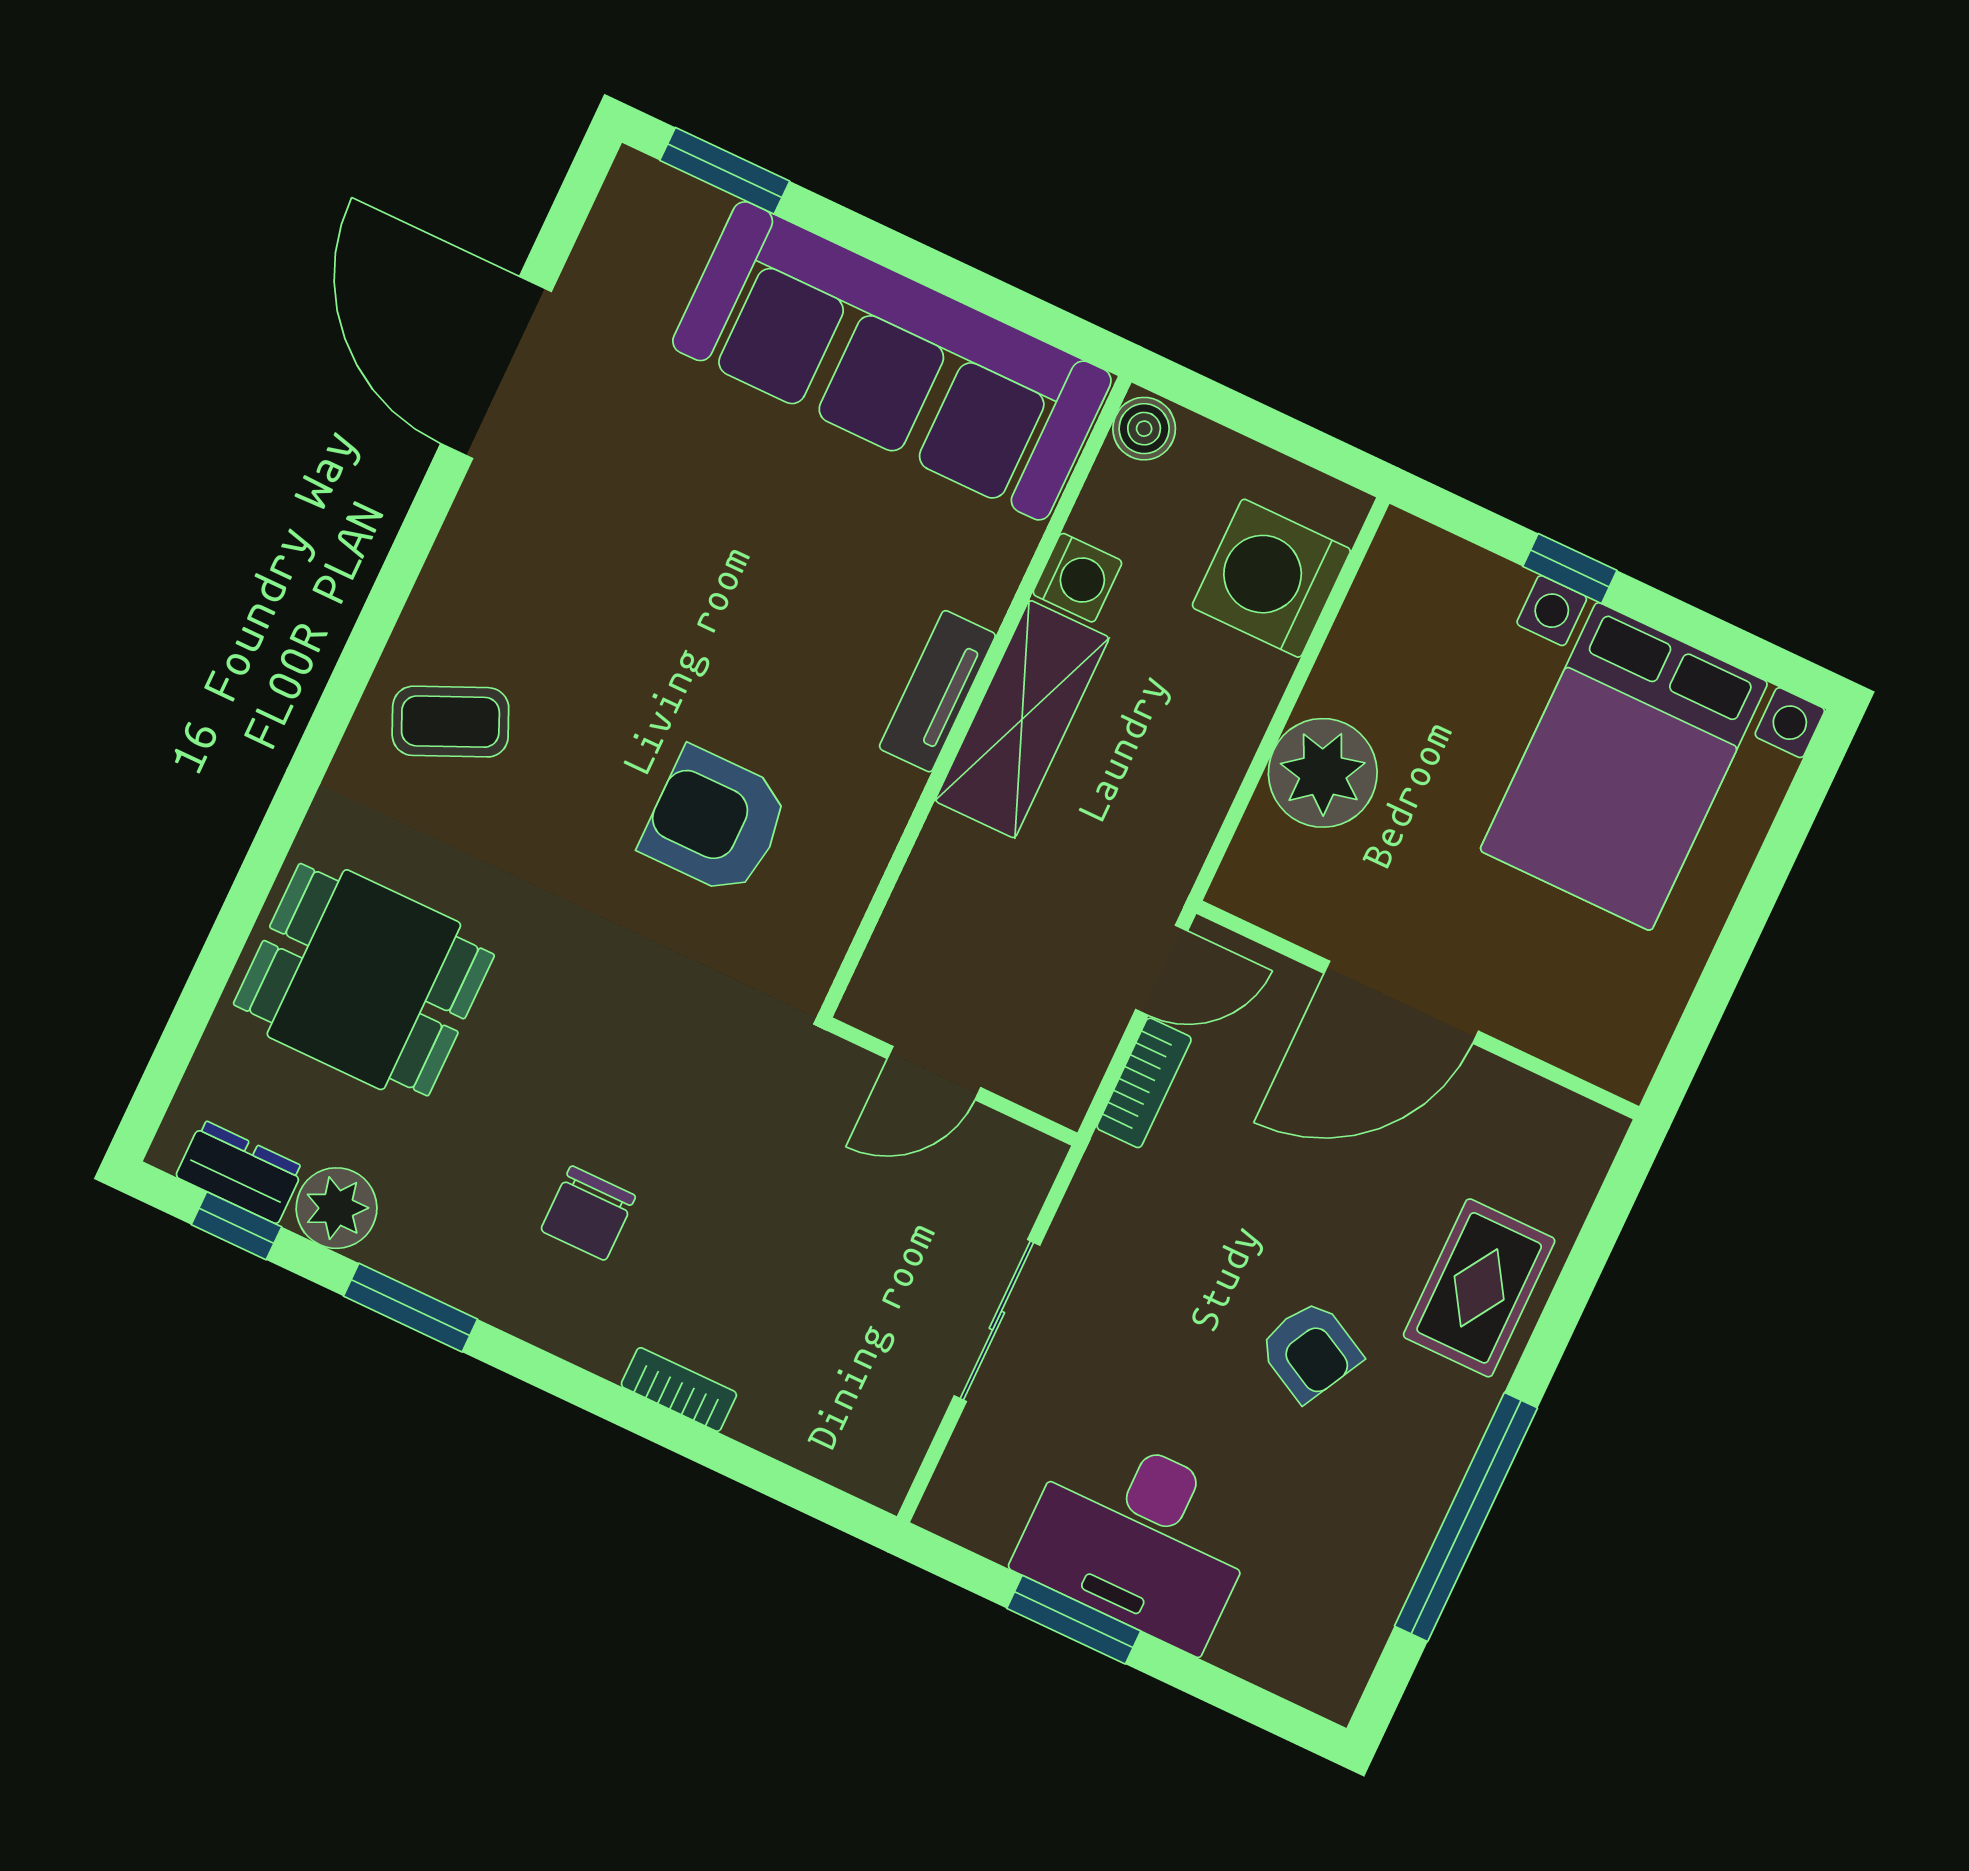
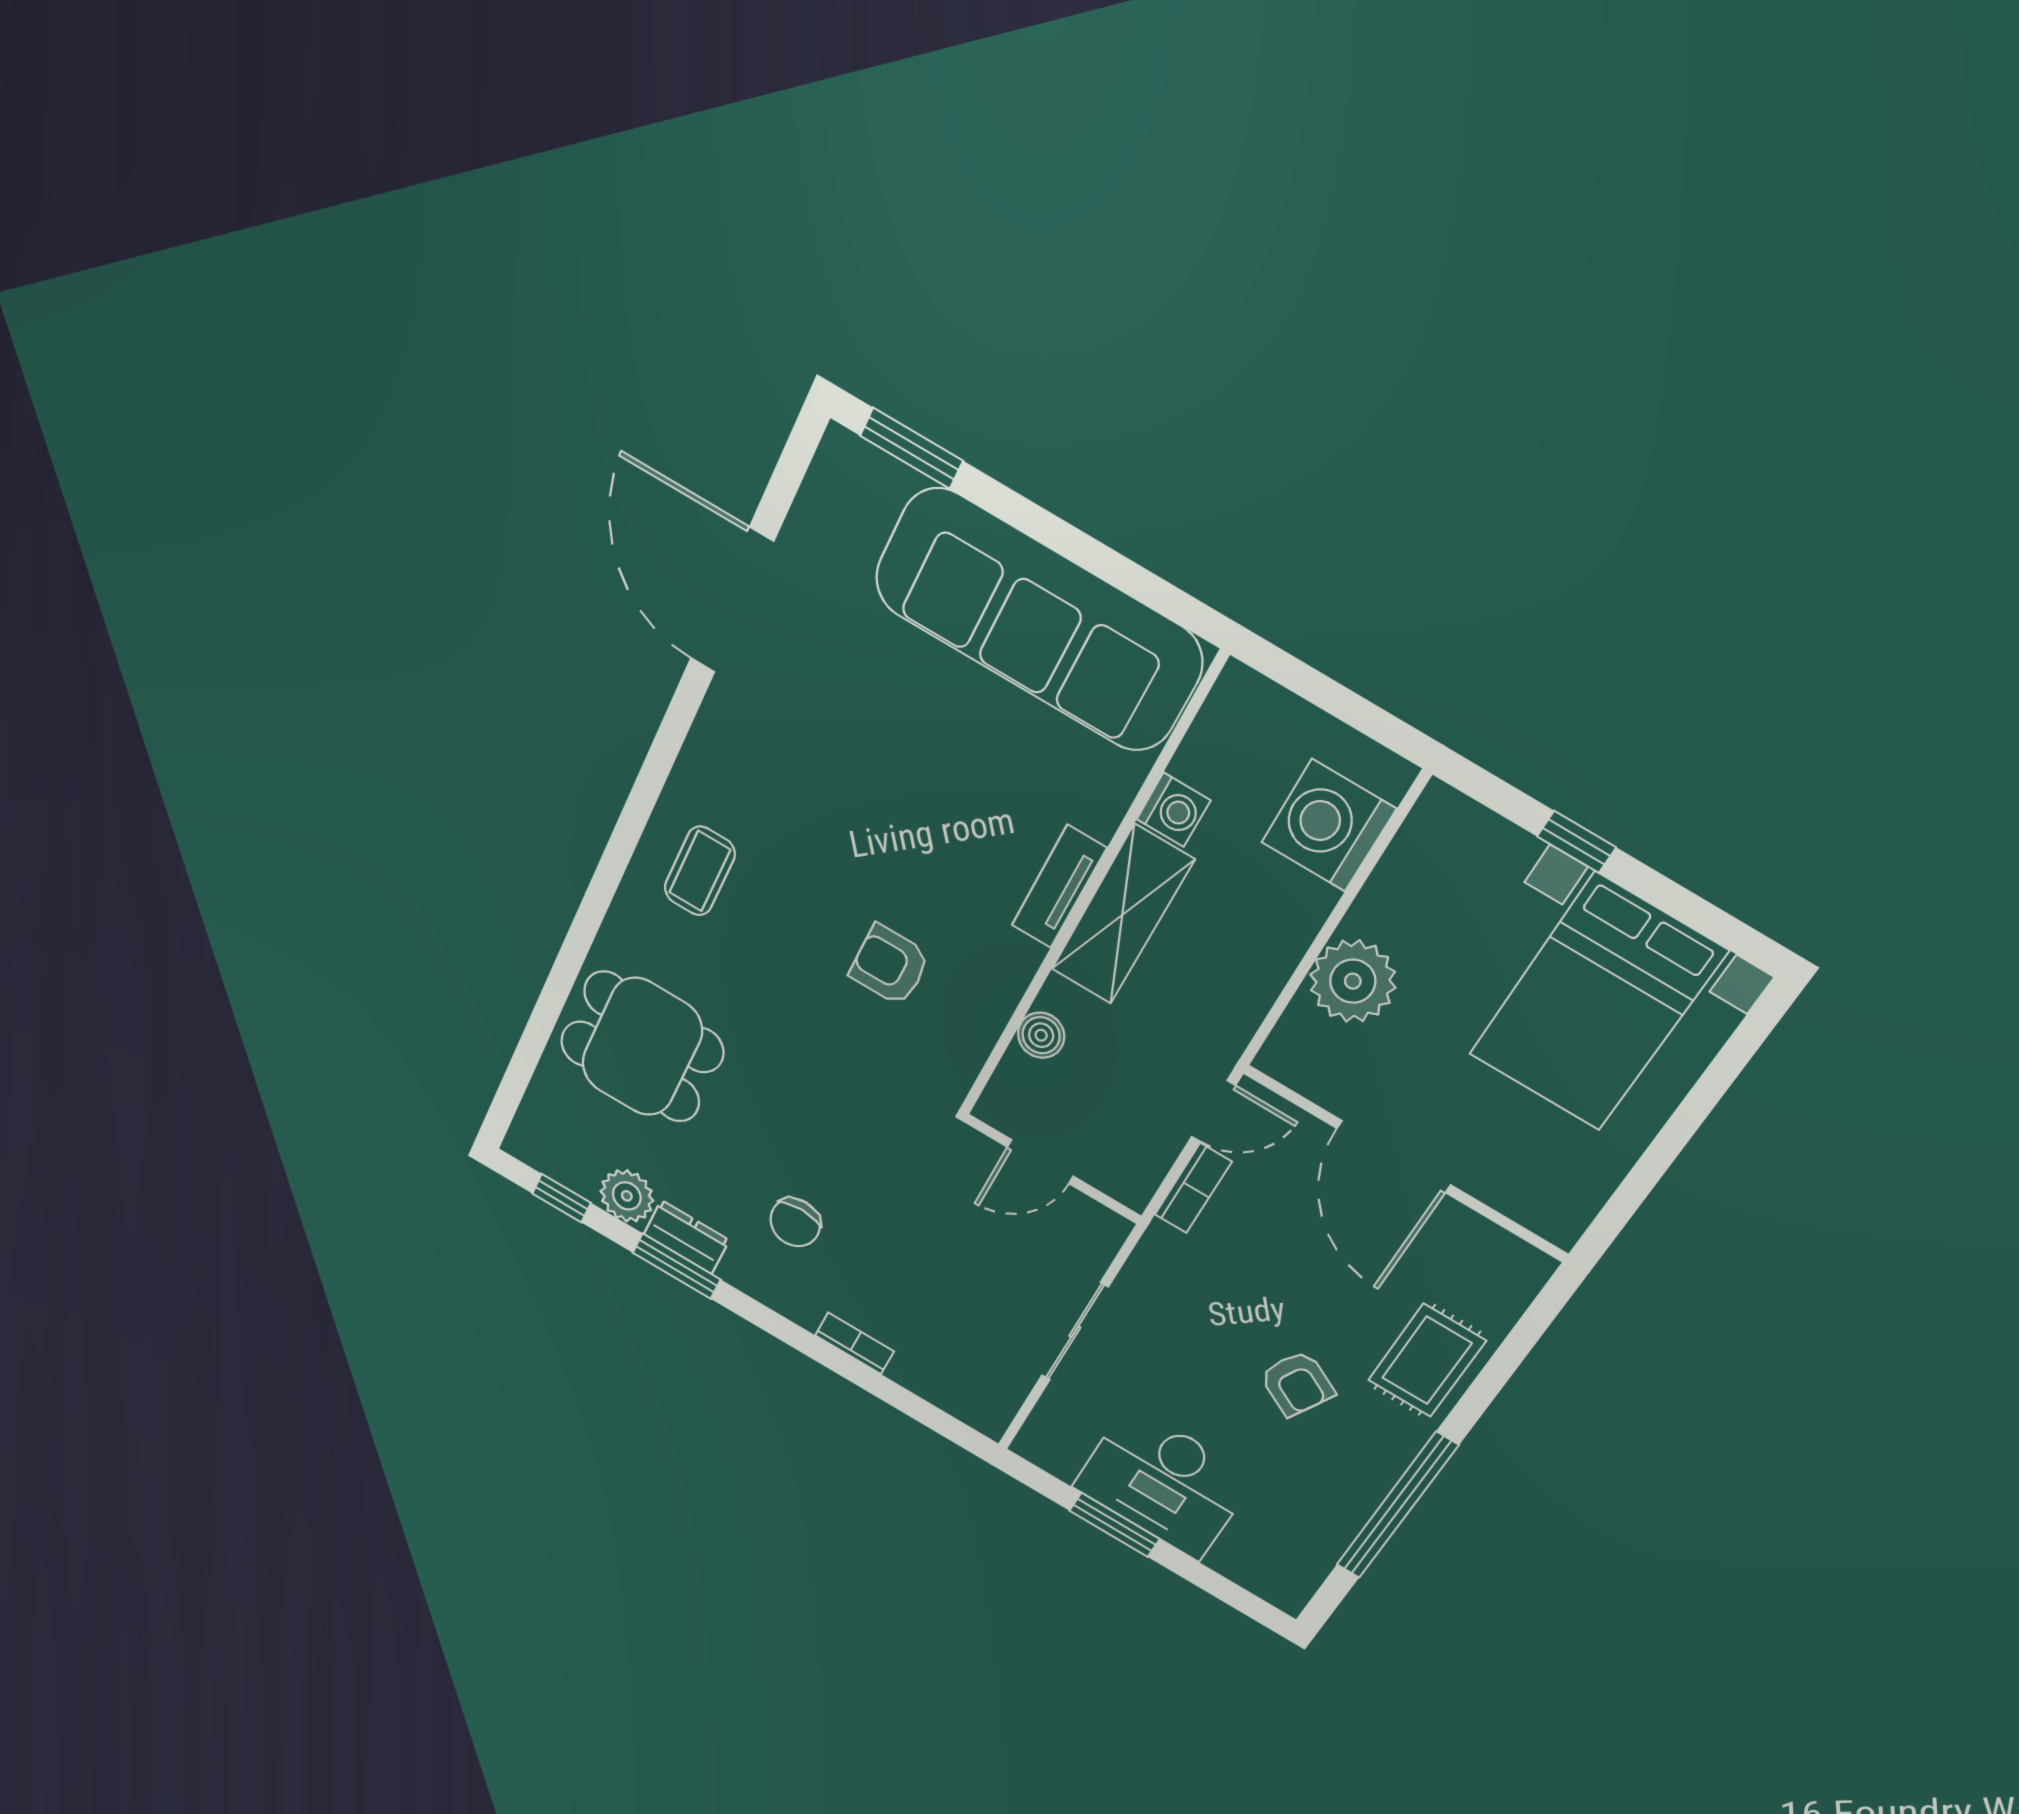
boiler: (1144, 429) -> (1041, 1035), moved
coffee table: (450, 722) -> (700, 871), turned -66
armchair: (715, 822) -> (890, 965), width x0.72, depth x0.72
door: (1401, 1002) -> (1394, 1157), hinge flipped
dresser: (240, 1172) -> (686, 1237), moved

